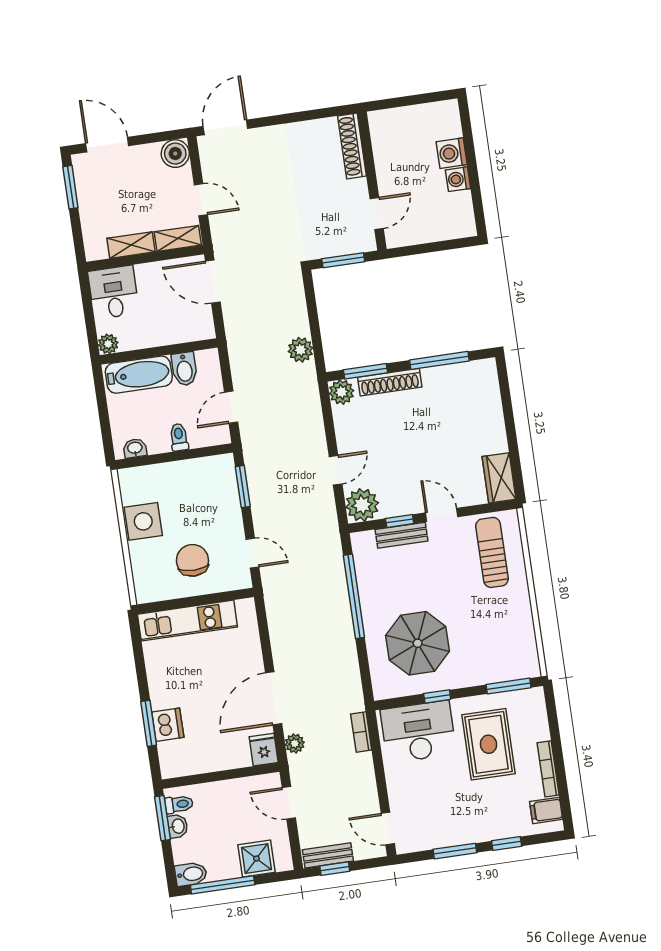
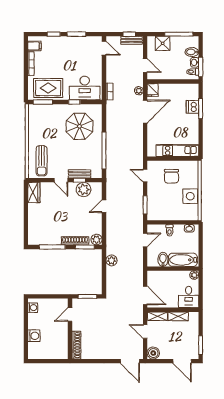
door: (225, 127) -> (130, 361), hinge flipped
washing machine: (458, 179) -> (33, 308), moved
plant: (362, 505) -> (84, 189), moved
rug: (489, 744) -> (48, 88), moved, turned 90
bidet: (191, 874) -> (192, 52), moved

